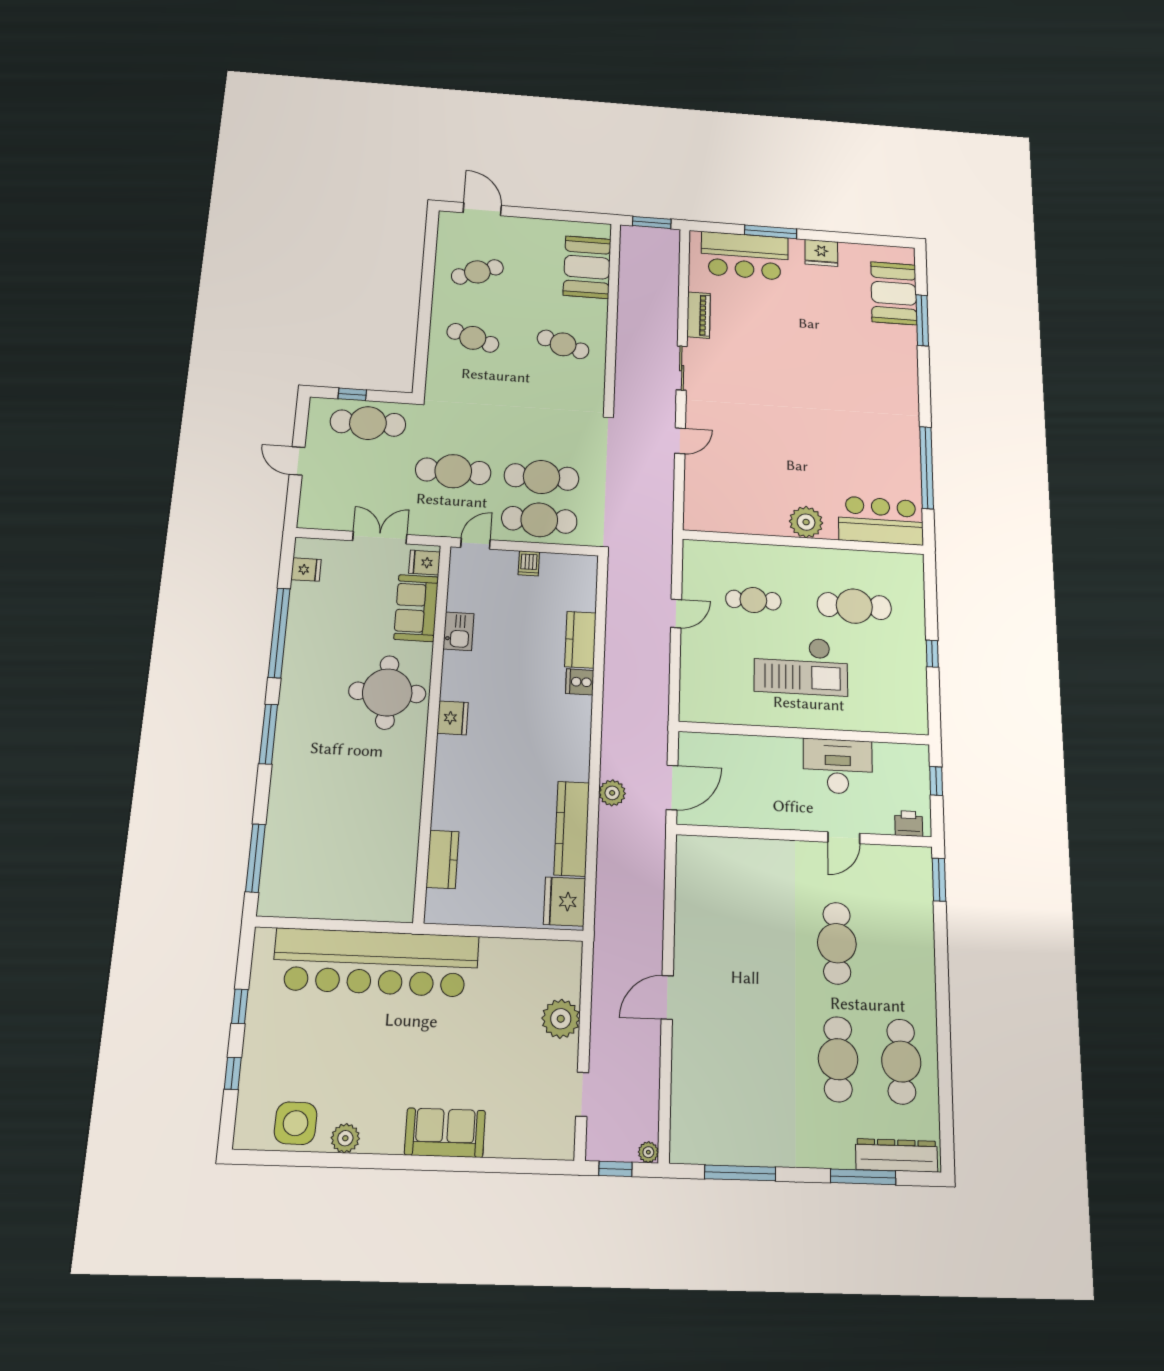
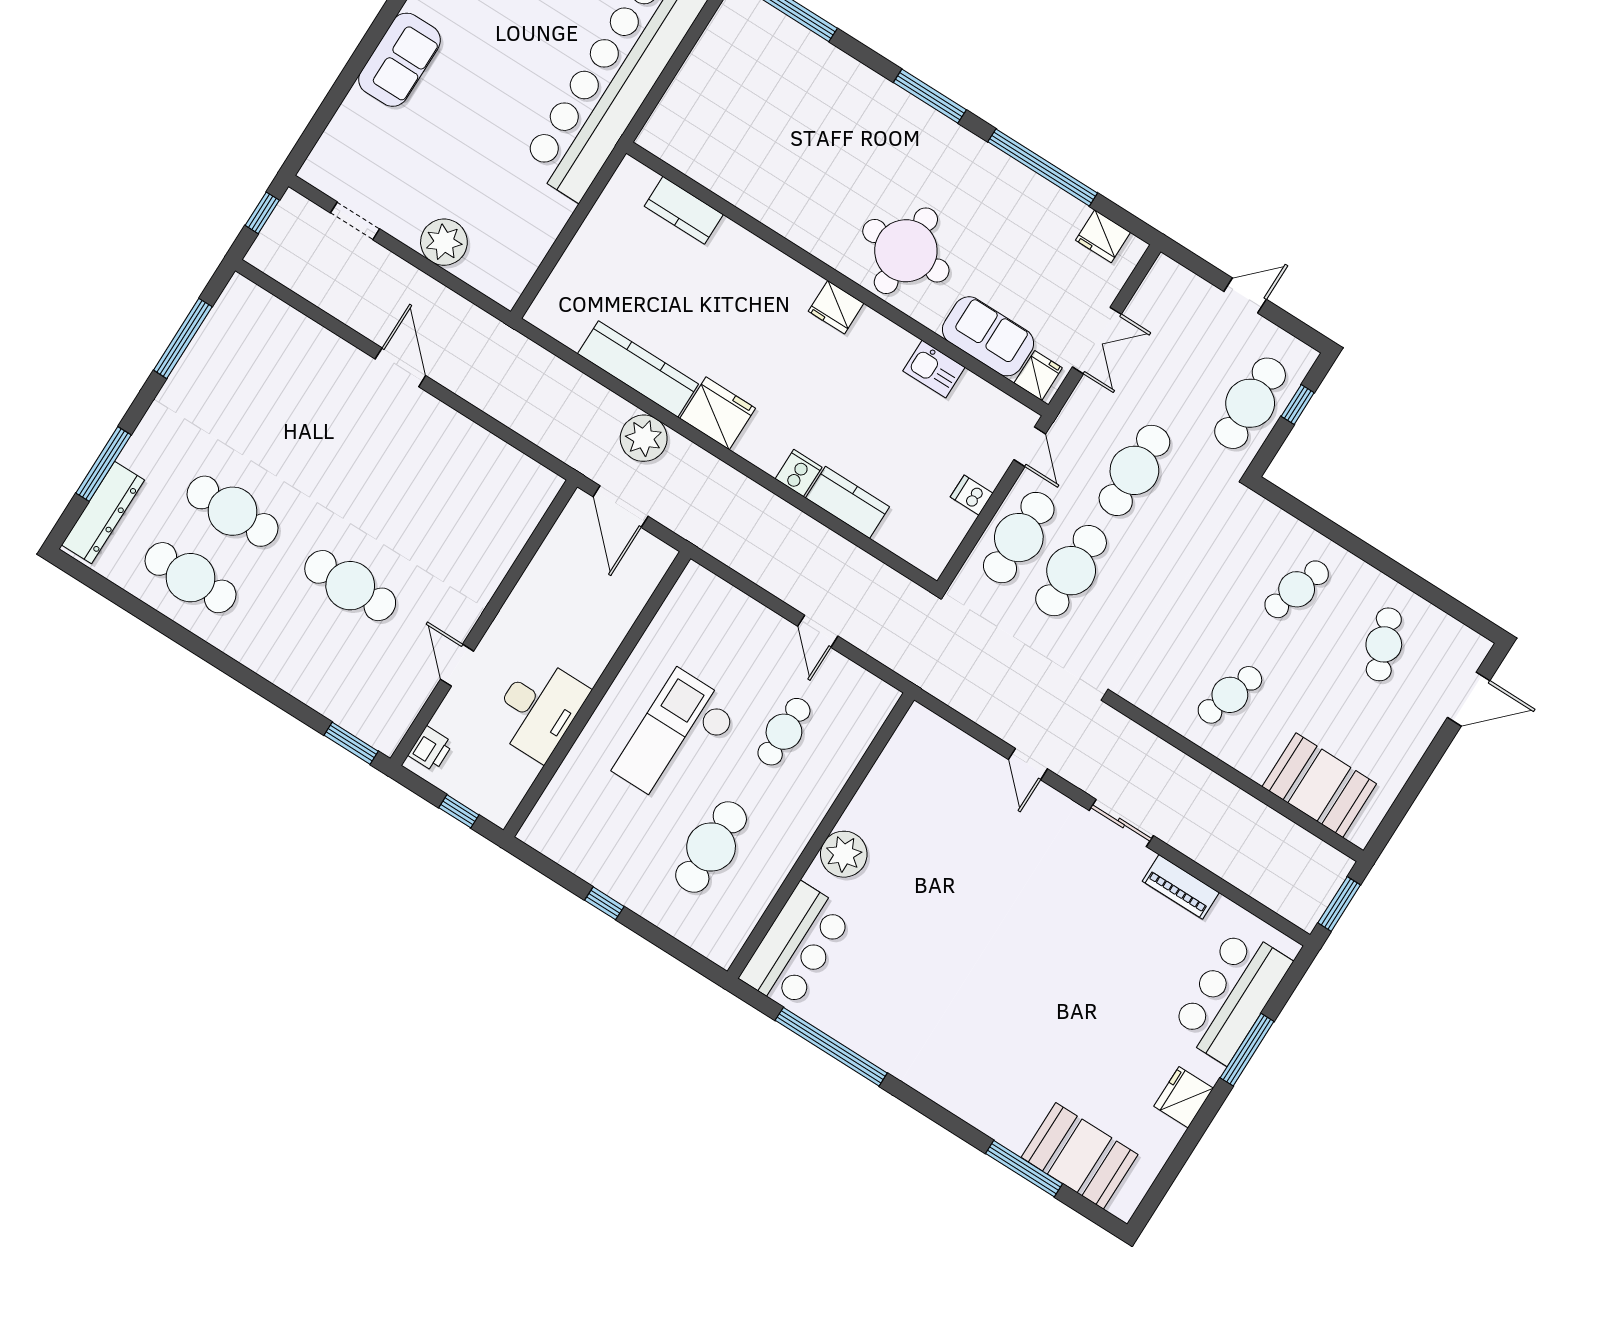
fridge: (306, 570) -> (1103, 236), width x1.38
plant: (612, 793) -> (644, 438), width x1.36, depth x1.36
fridge: (565, 901) -> (718, 413), moved
plant: (648, 1152) -> (259, 256), removed

